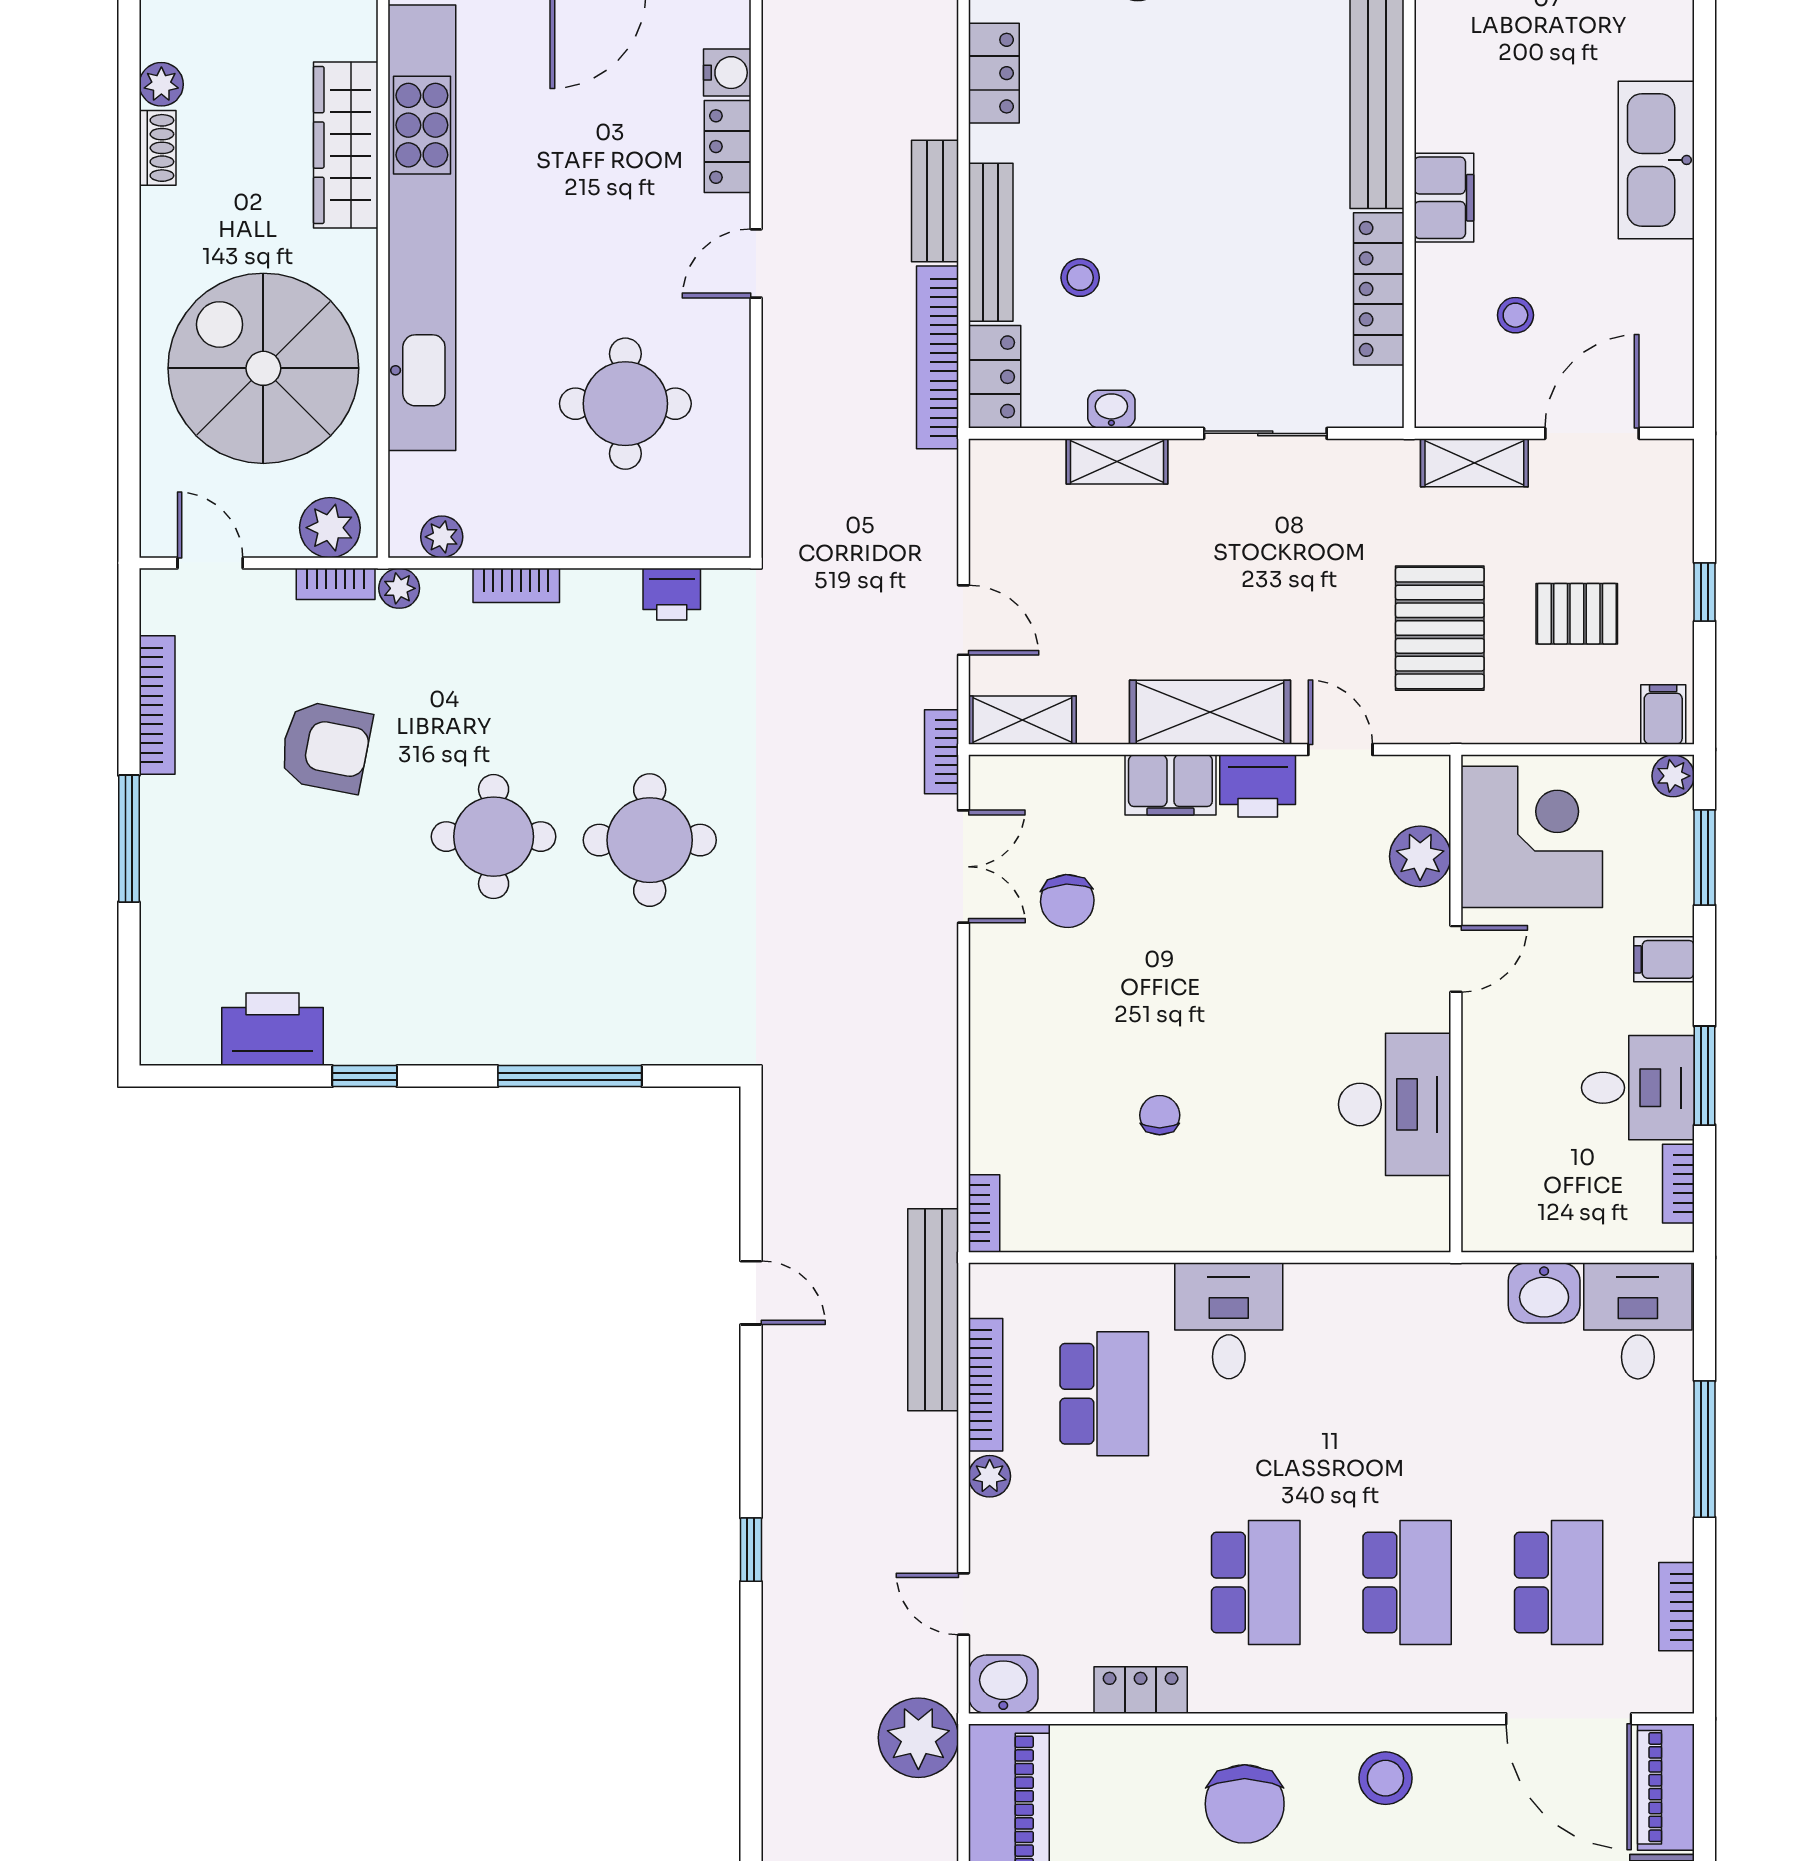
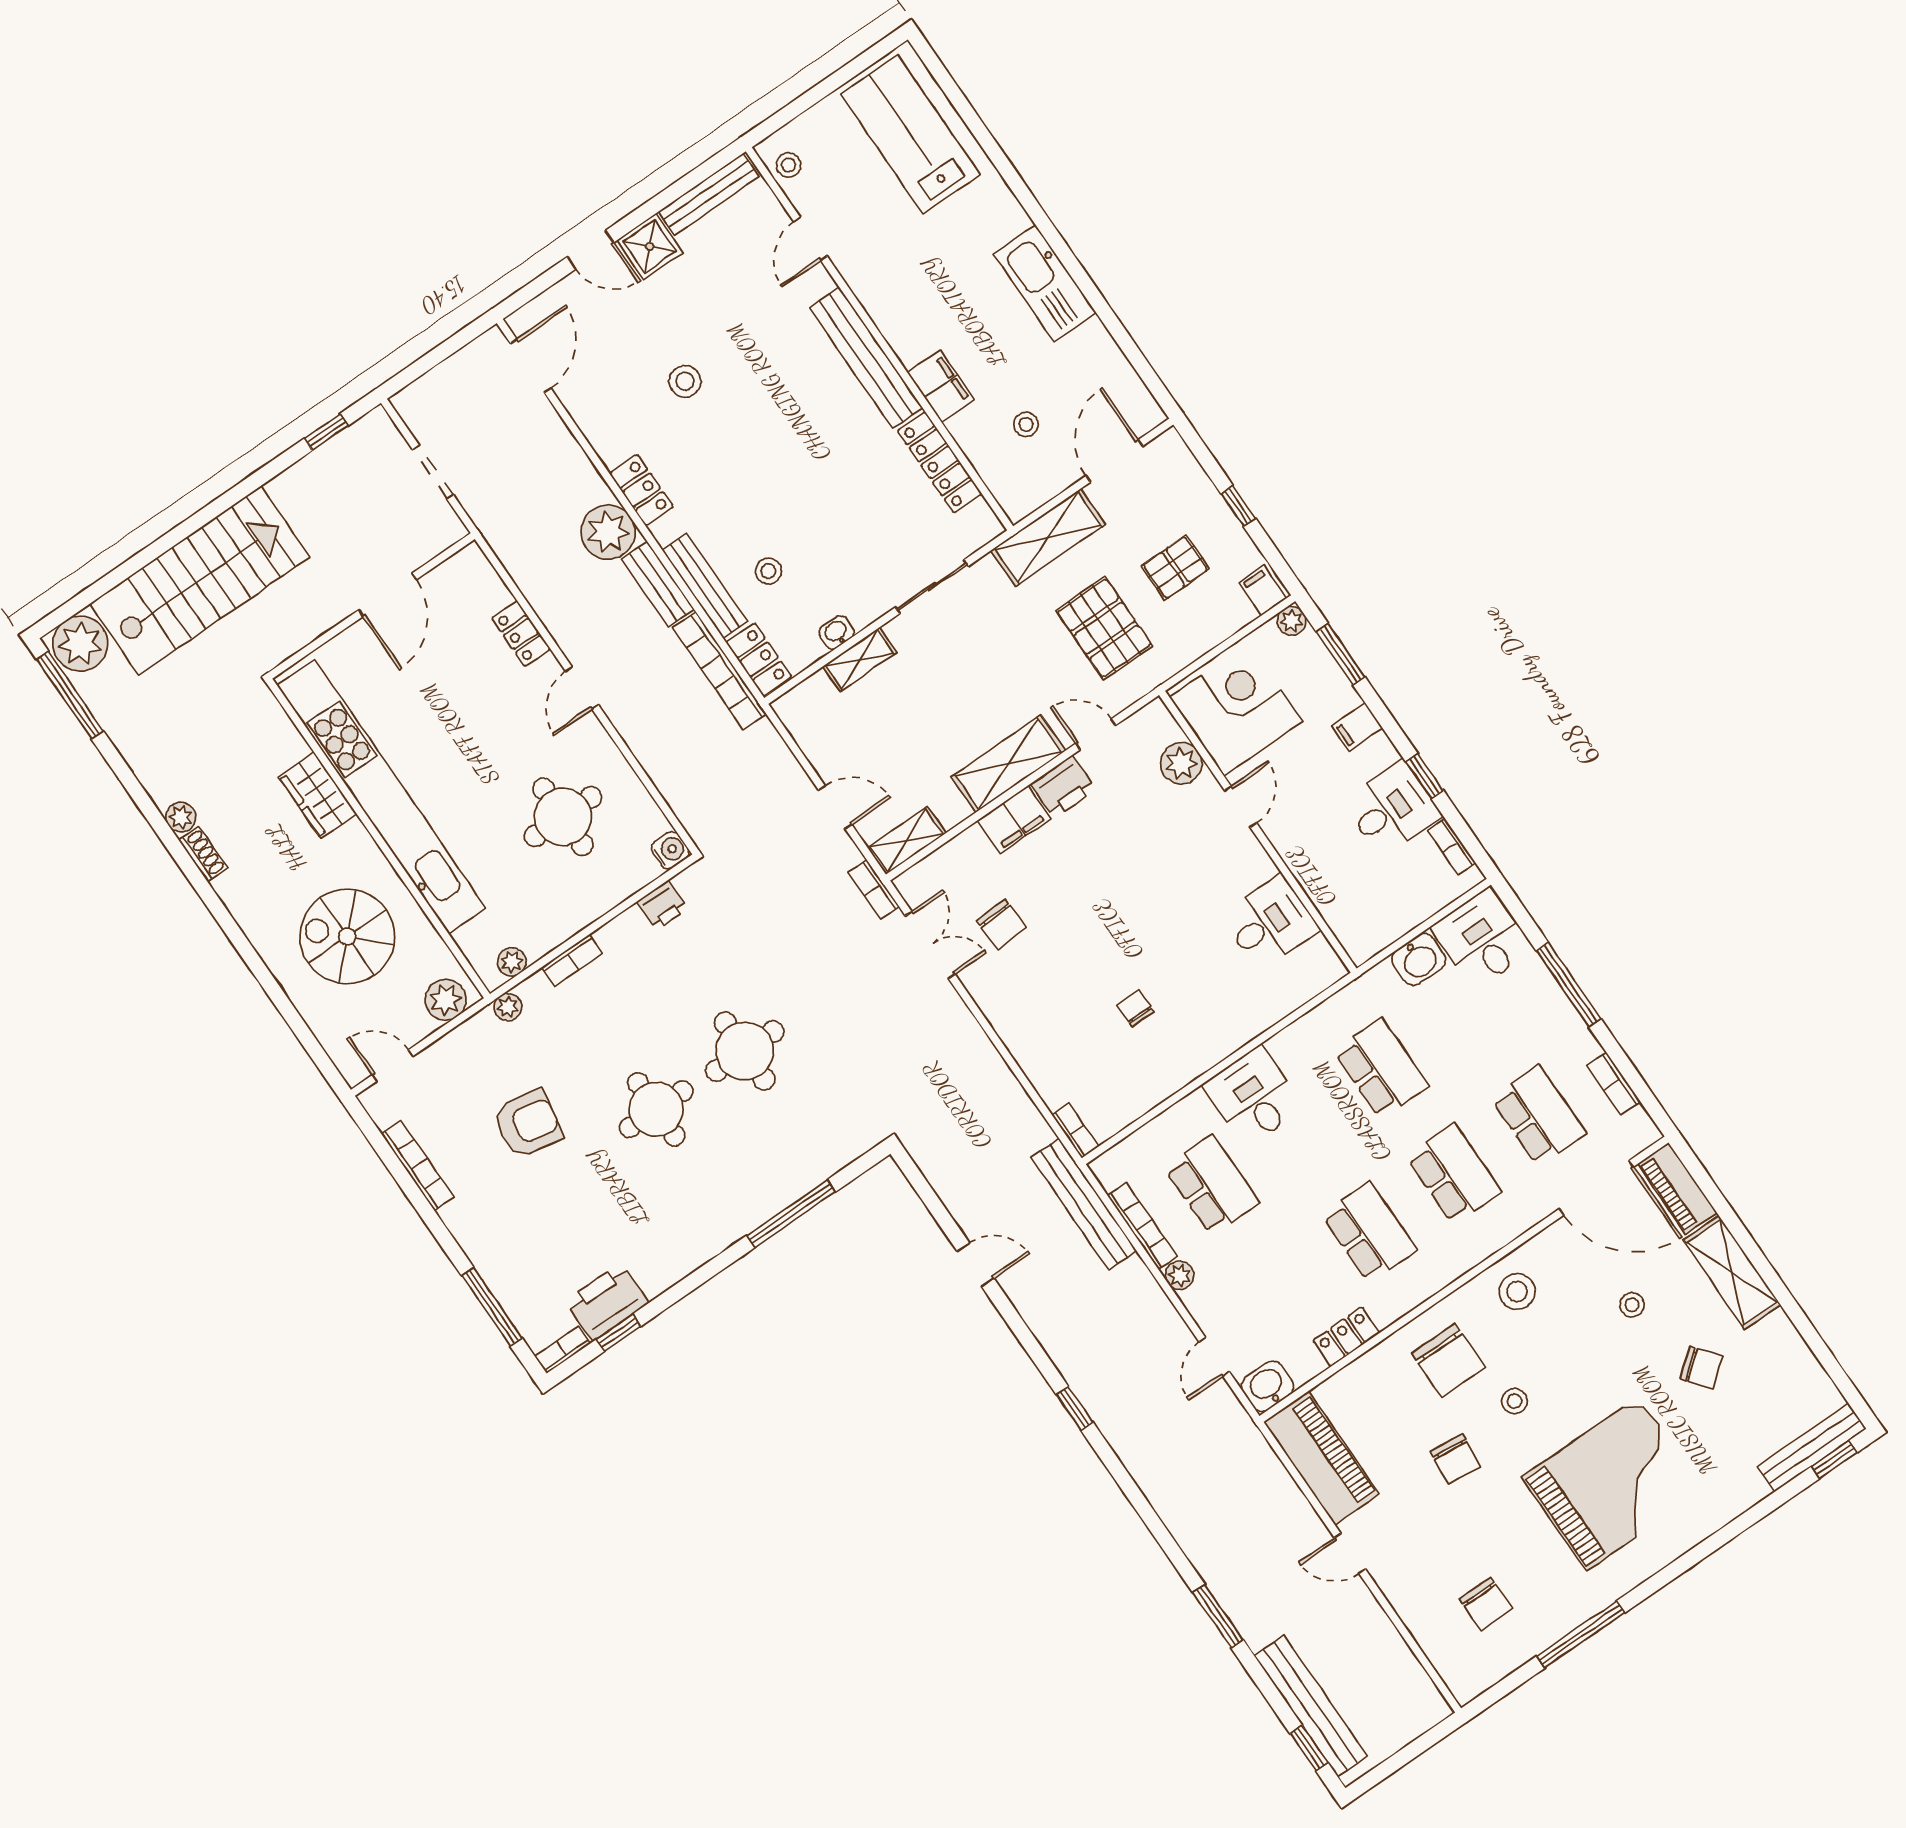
water cooler: (727, 73) -> (670, 850), moved
wardrobe: (346, 145) -> (318, 796), width x0.67
spiral stairs: (263, 368) -> (347, 936), width x0.73, depth x0.73
shelving: (1474, 463) -> (1048, 537), width x1.50, depth x1.33
bookcase: (336, 584) -> (562, 1350), moved, turned 180
window: (129, 839) -> (492, 1307), moved
window: (365, 1076) -> (619, 1333), moved
window: (1705, 1076) -> (1425, 776), width x0.67
desk: (1395, 1104) -> (1270, 922), width x0.73
school desk: (1407, 1394) -> (1381, 1068), added
door: (963, 1604) -> (1214, 1357), hinge flipped
plant: (918, 1738) -> (608, 532), moved

